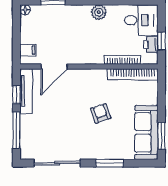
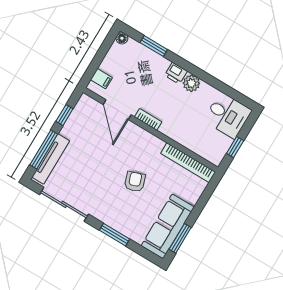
printer: (151, 45) -> (176, 73), moved, turned -90
bookcase: (122, 60) -> (148, 119), moved, width x0.64
door: (54, 66) -> (117, 110), hinge flipped
tv unit: (26, 91) -> (51, 159), moved

